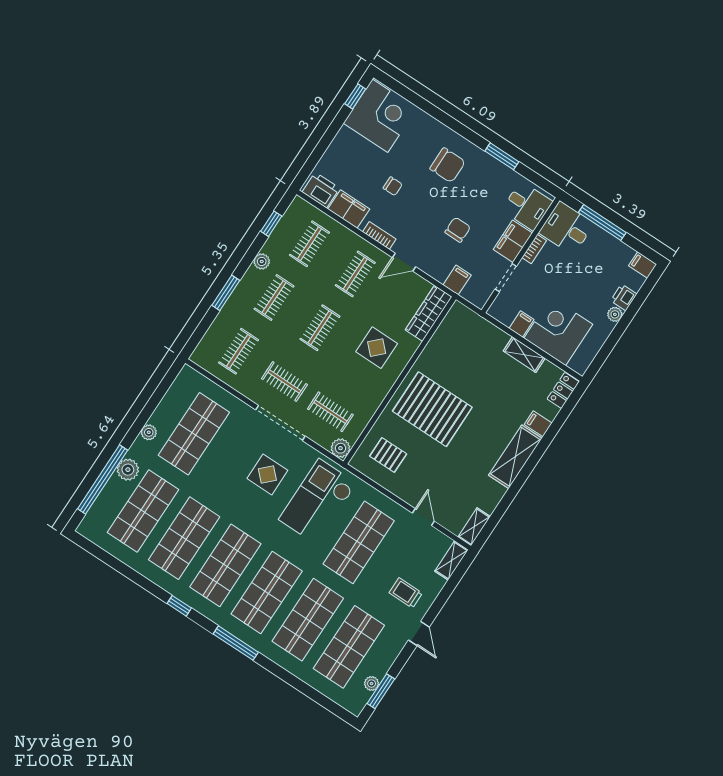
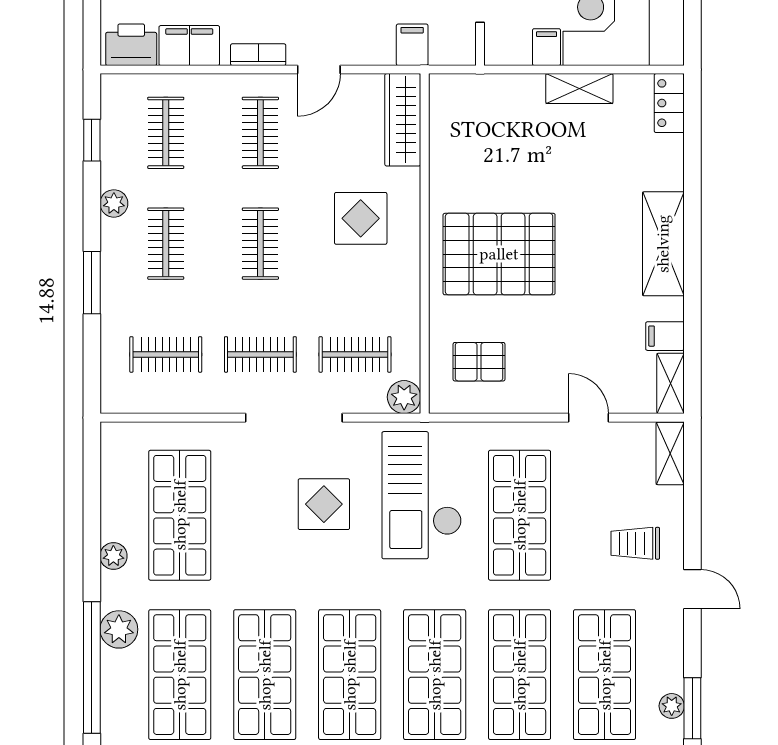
clothes rail: (239, 351) -> (166, 354), turned 90
filing cabinet: (538, 424) -> (665, 336), moved

